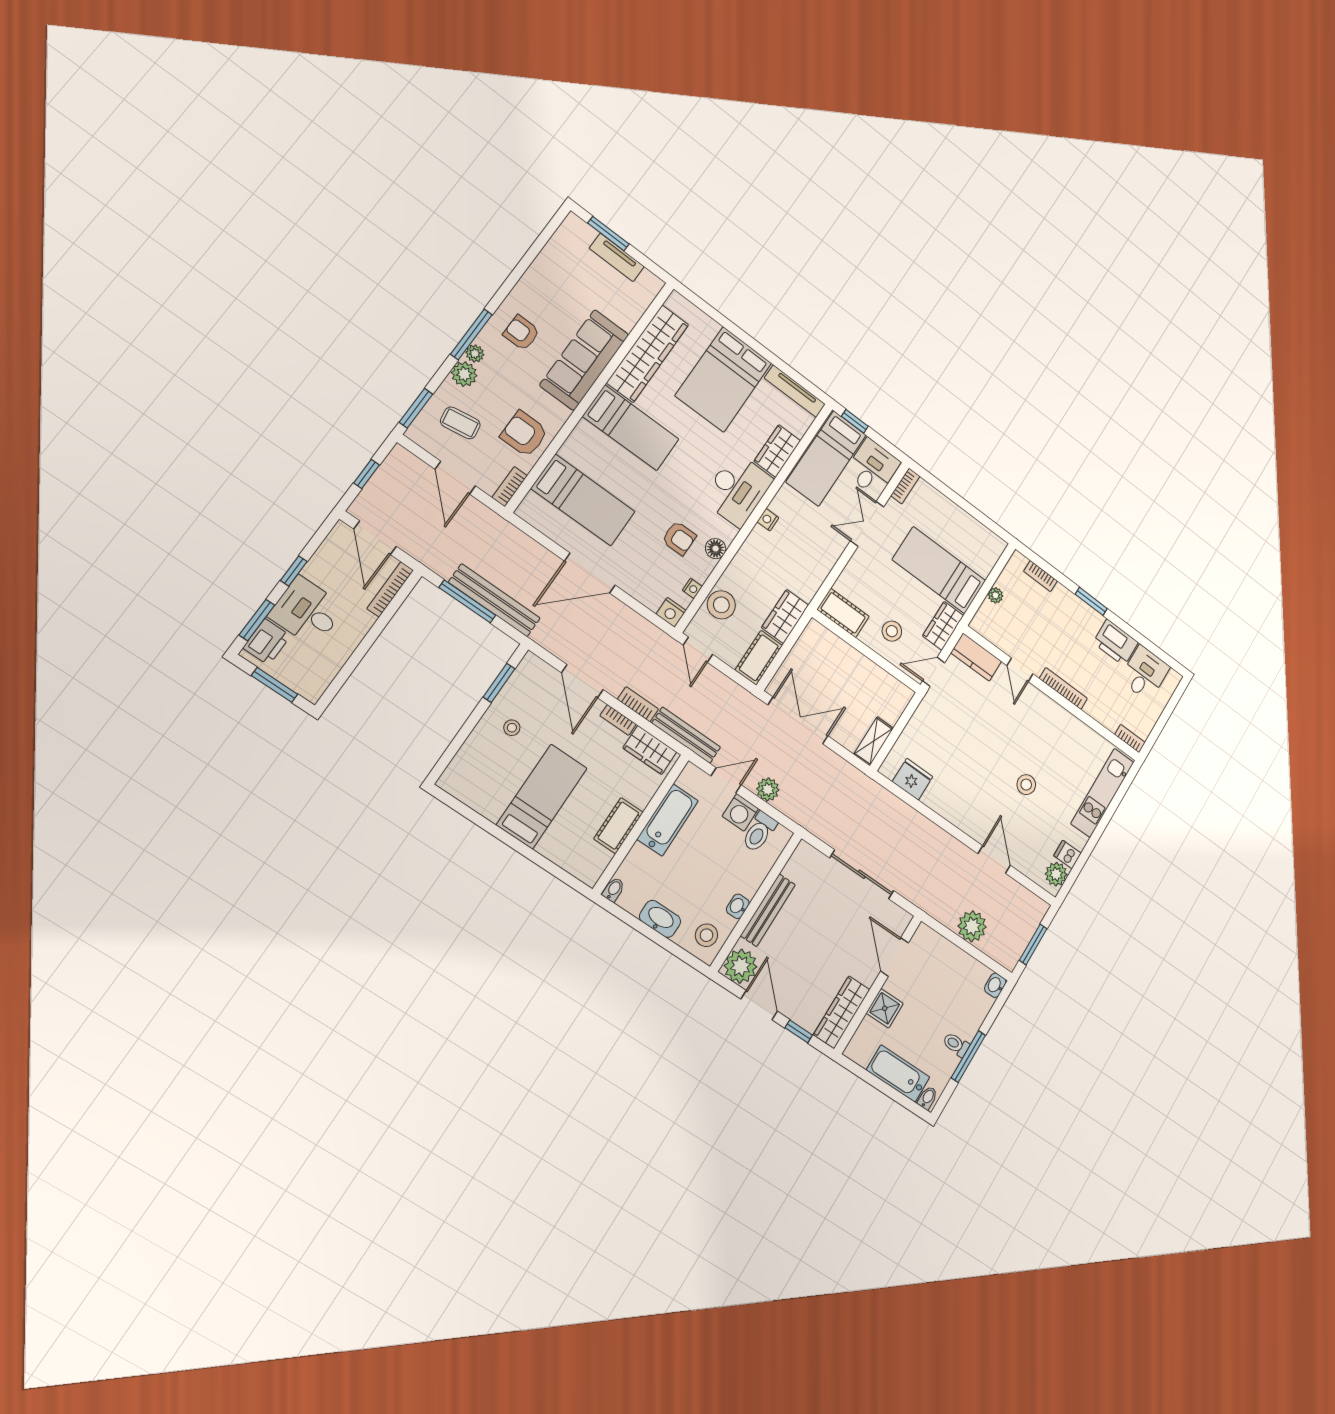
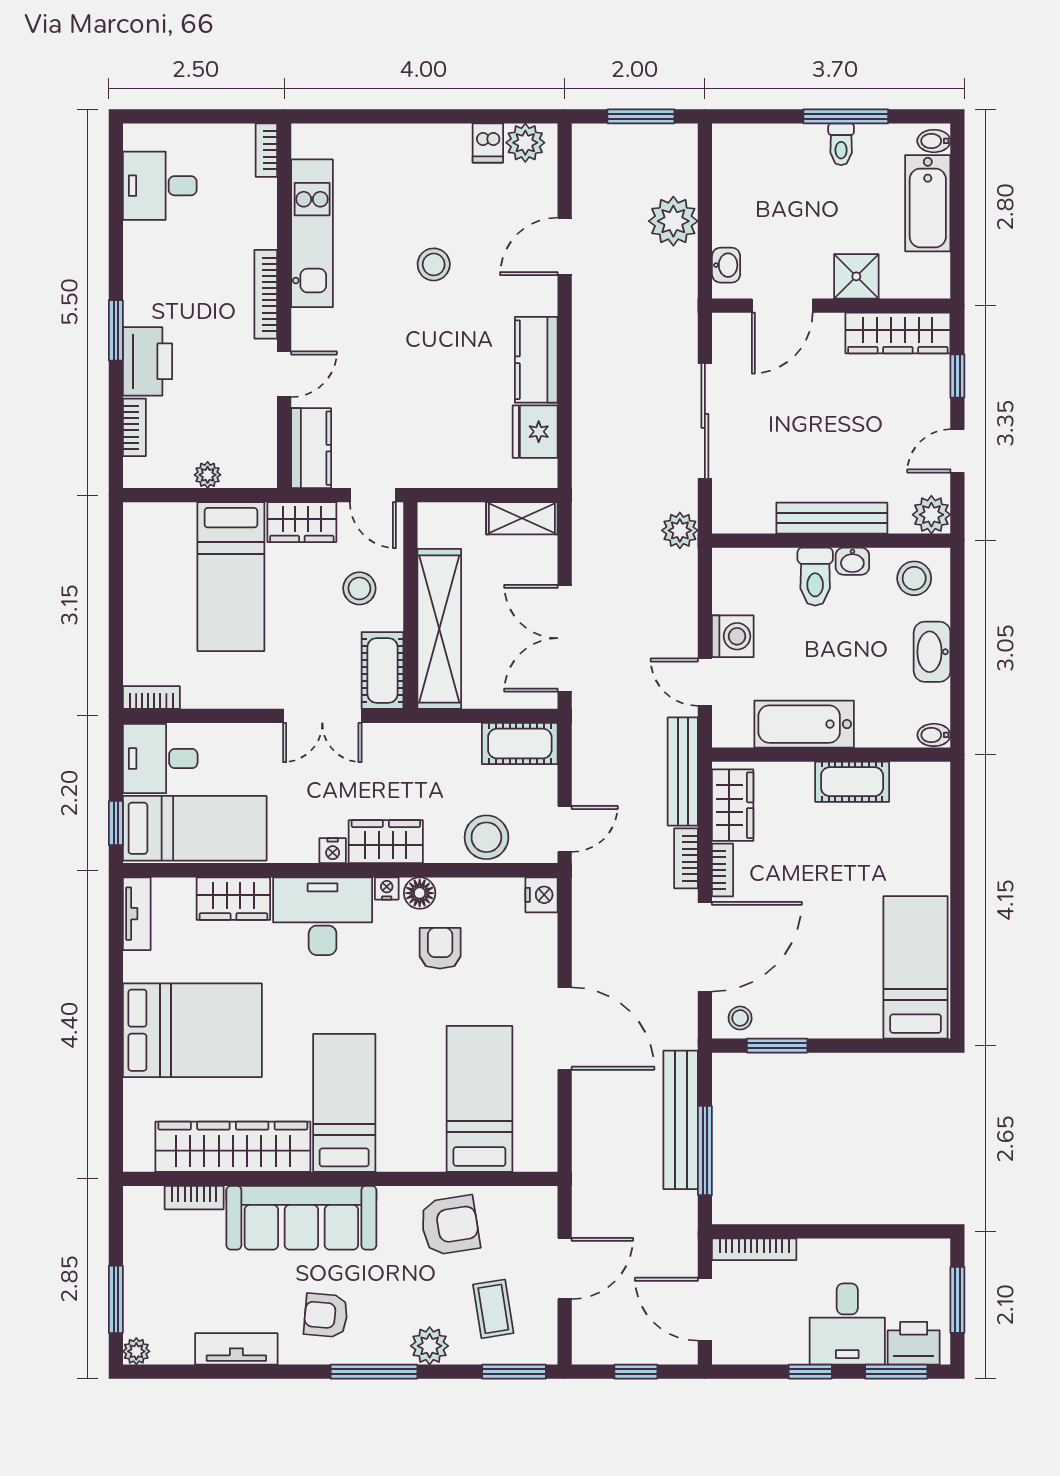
tv unit: (617, 257) -> (236, 1349), moved, turned -90
armchair: (521, 333) -> (326, 1315), turned 95
plant: (475, 353) -> (136, 1351), moved
tv unit: (795, 391) -> (137, 914), width x0.71
armchair: (524, 434) -> (450, 1225), turned -99
bookcase: (510, 487) -> (194, 1198), moved
double door: (867, 524) -> (322, 716), moved
door: (375, 538) -> (705, 1309), swing flipped
nightstand: (692, 588) -> (387, 888), moved
wardrobe: (785, 616) -> (386, 842), moved, turned 180
printer: (1116, 643) -> (148, 361), moved
shelving: (845, 658) -> (439, 629), added
door: (582, 681) -> (705, 947), width x1.36
stool: (512, 728) -> (740, 1018), moved
plant: (768, 789) -> (680, 530), moved
kitchen unit: (1102, 793) -> (312, 233), moved, turned -90
bed: (542, 796) -> (916, 967), moved, turned 90
kitchen counter: (948, 805) -> (536, 360), added
toilet: (759, 832) -> (815, 577), moved, turned 90
plant: (741, 966) -> (931, 515), width x0.73, depth x0.73
washbasin: (995, 985) -> (726, 265), moved, turned -90
door: (759, 1005) -> (957, 451), width x0.73

